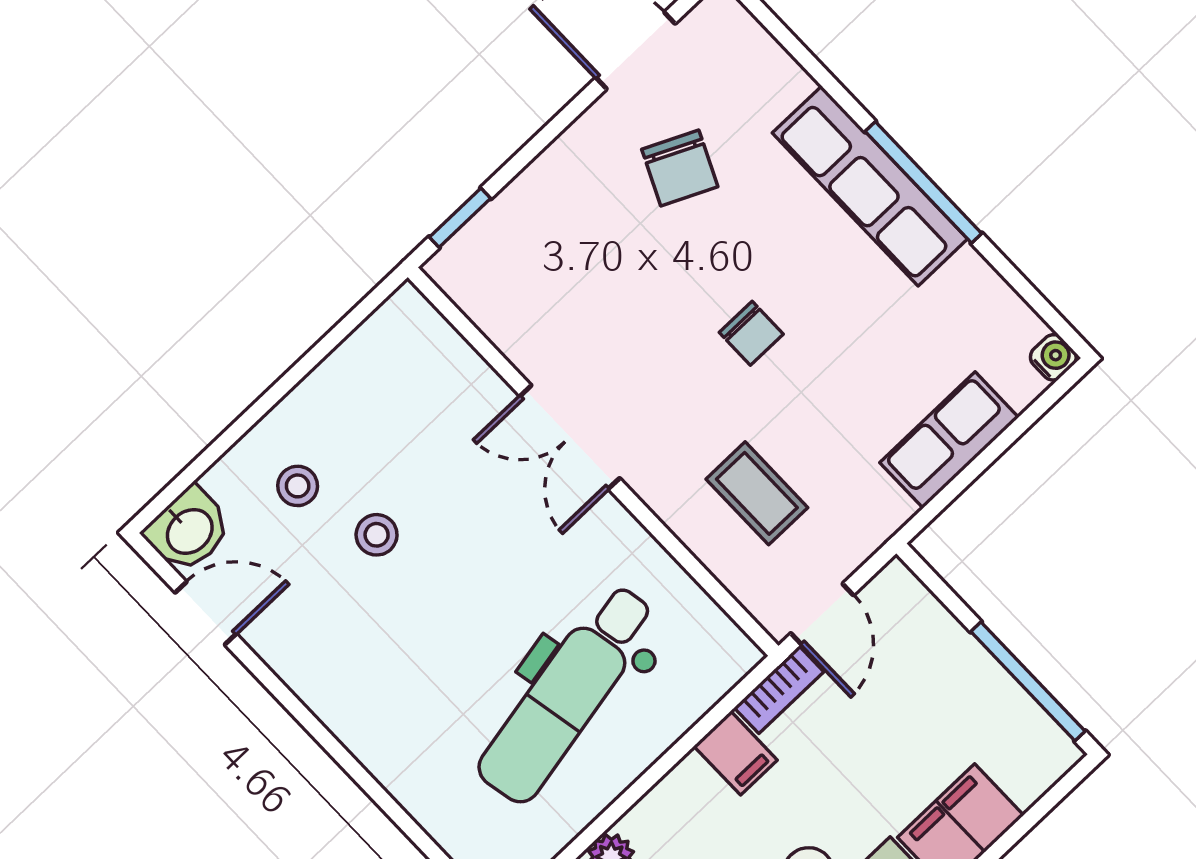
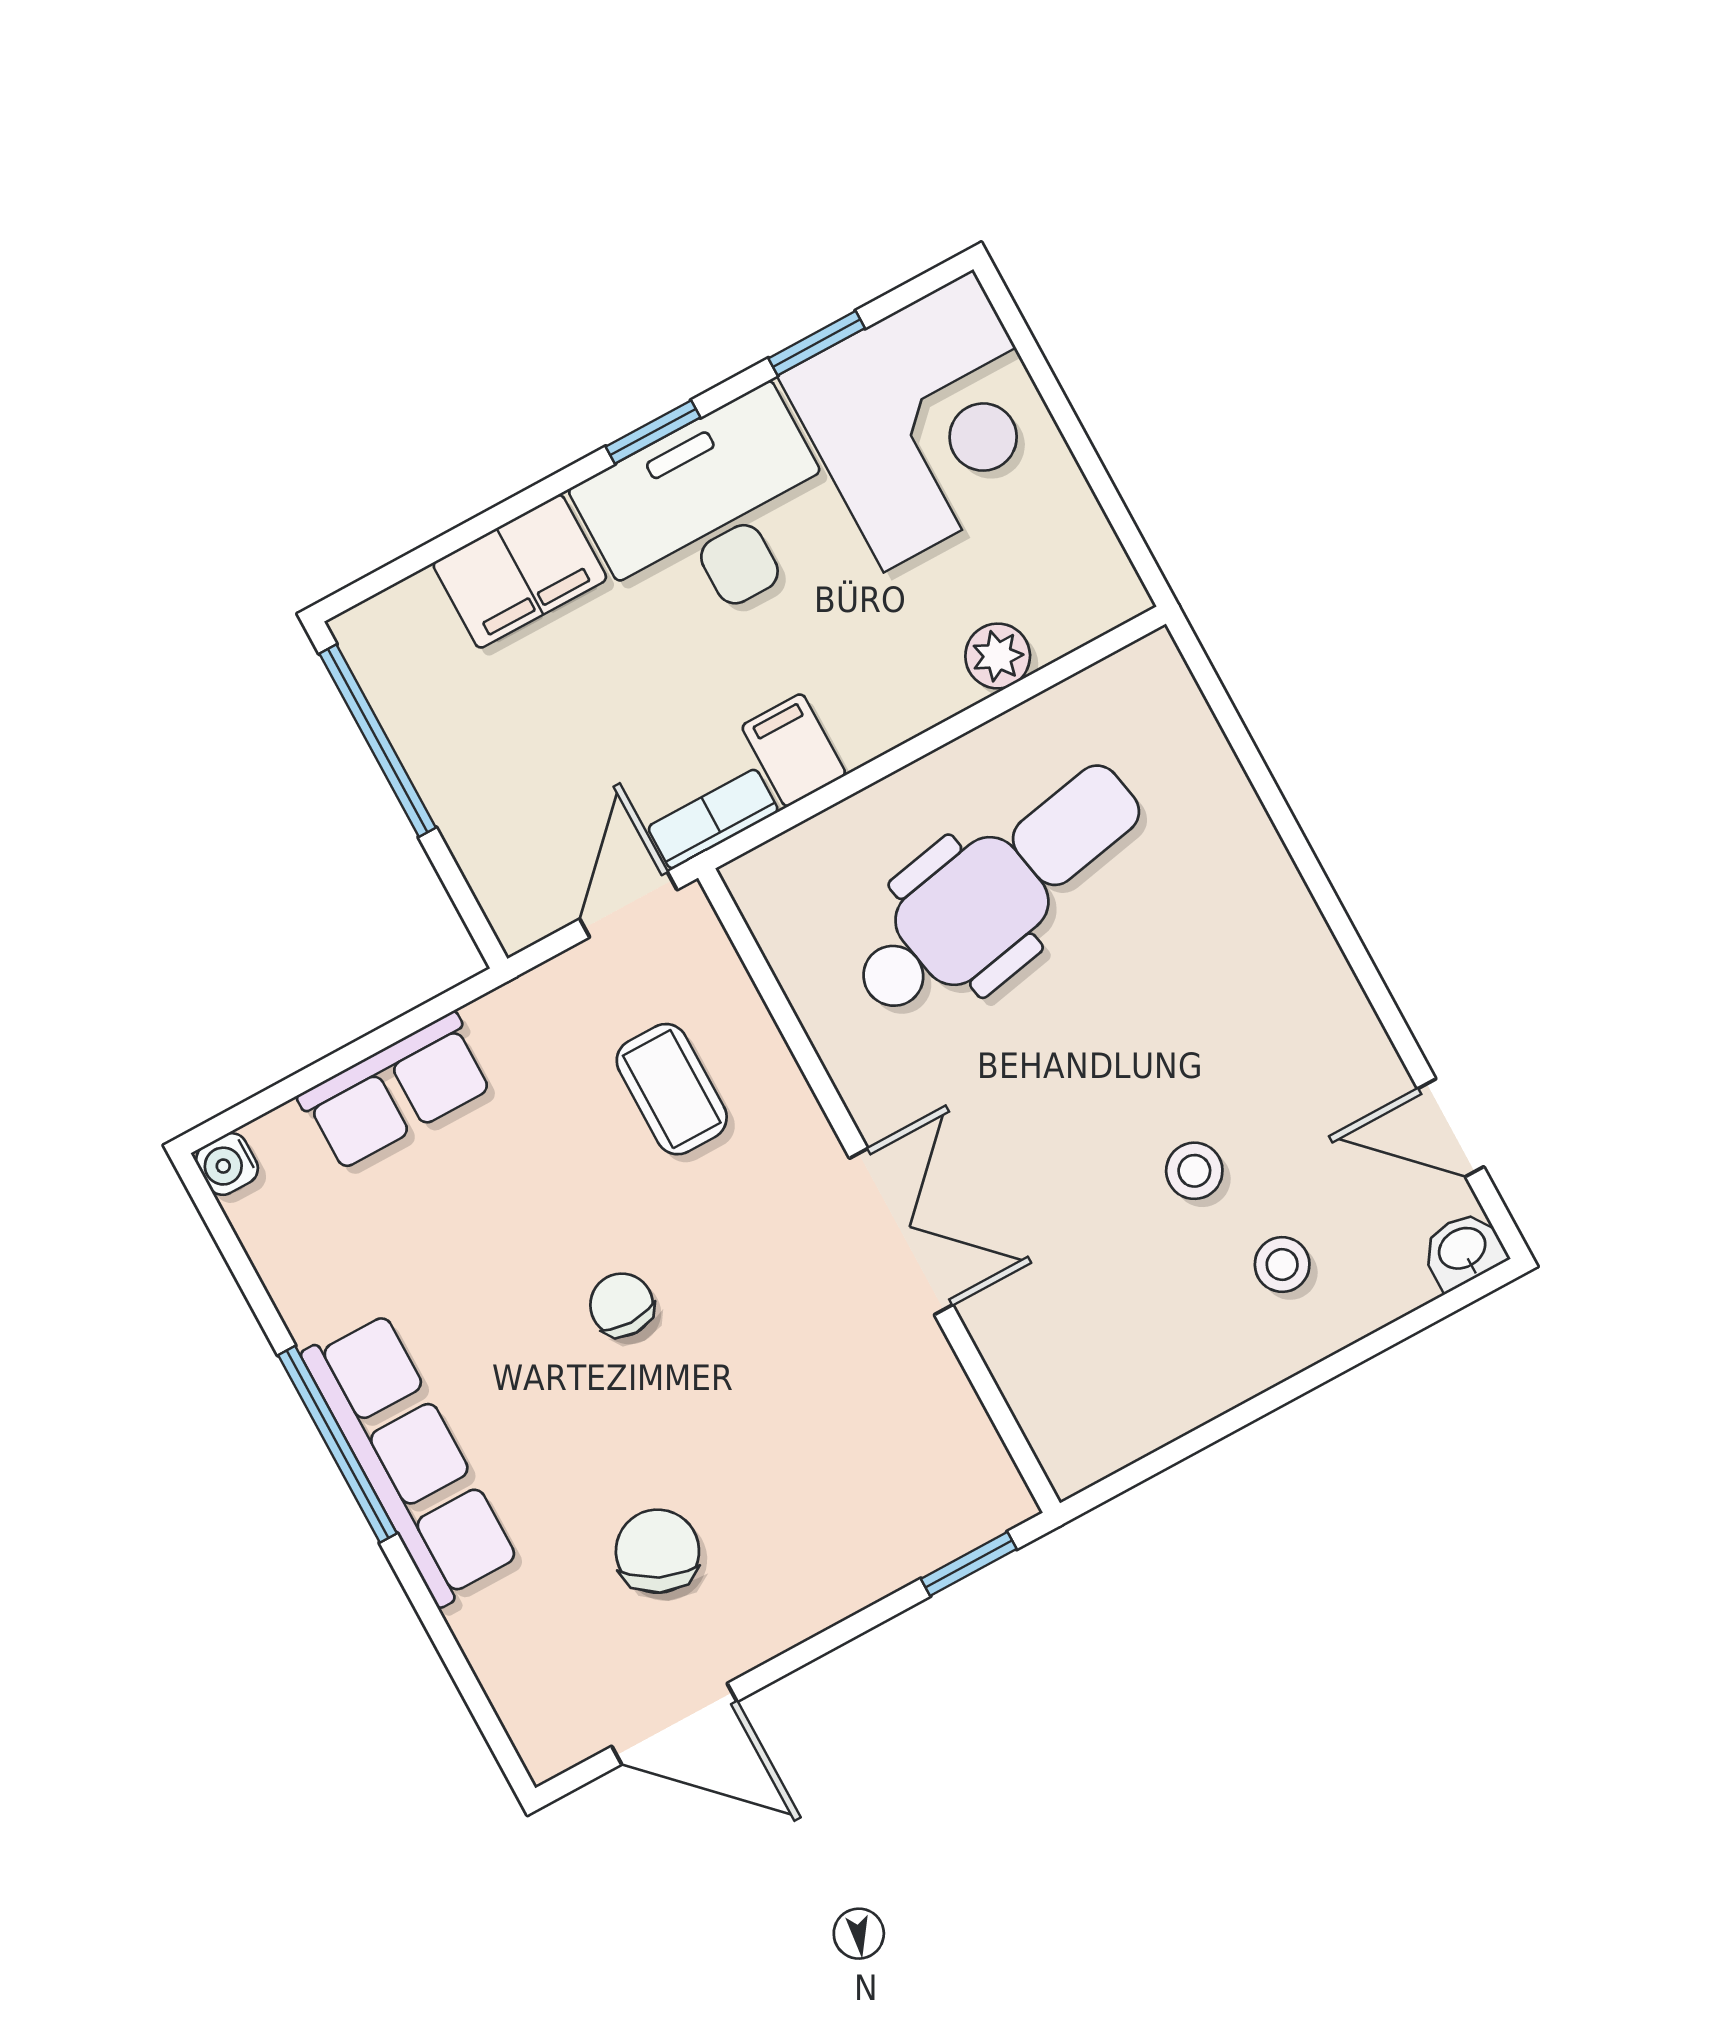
washbasin: (188, 530) -> (1463, 1250), width x0.72, depth x0.69

